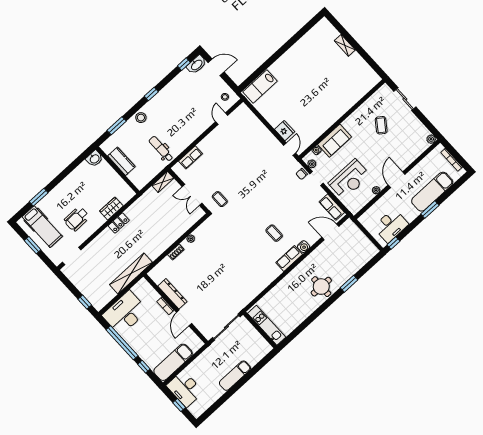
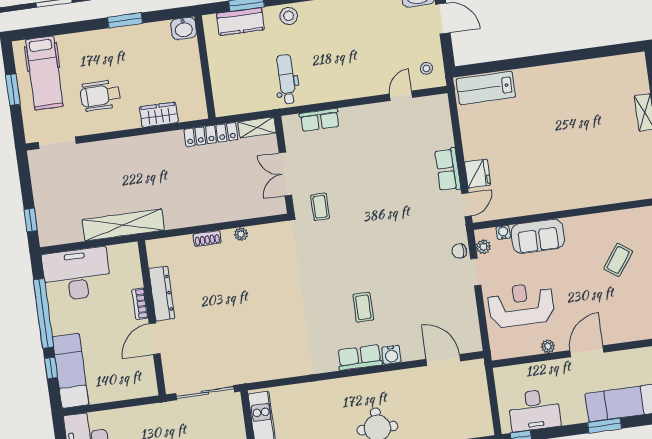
kitchen counter: (121, 161) -> (240, 22), moved, turned 90
reception desk: (349, 179) -> (521, 305), turned 180
window: (39, 197) -> (125, 20), moved
row of seats: (332, 207) -> (448, 170), moved
locker: (119, 223) -> (211, 134), moved, width x1.53
exam couch: (173, 362) -> (71, 371), moved, turned 90

